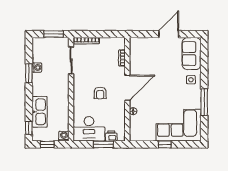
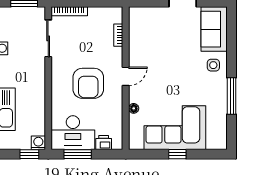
door: (127, 88) -> (126, 76), width x0.53
armchair: (100, 93) -> (88, 83), width x1.88, depth x1.88
corner sofa: (179, 125) -> (175, 128), moved
window: (47, 144) -> (29, 154), moved
window: (103, 144) -> (78, 154), moved

